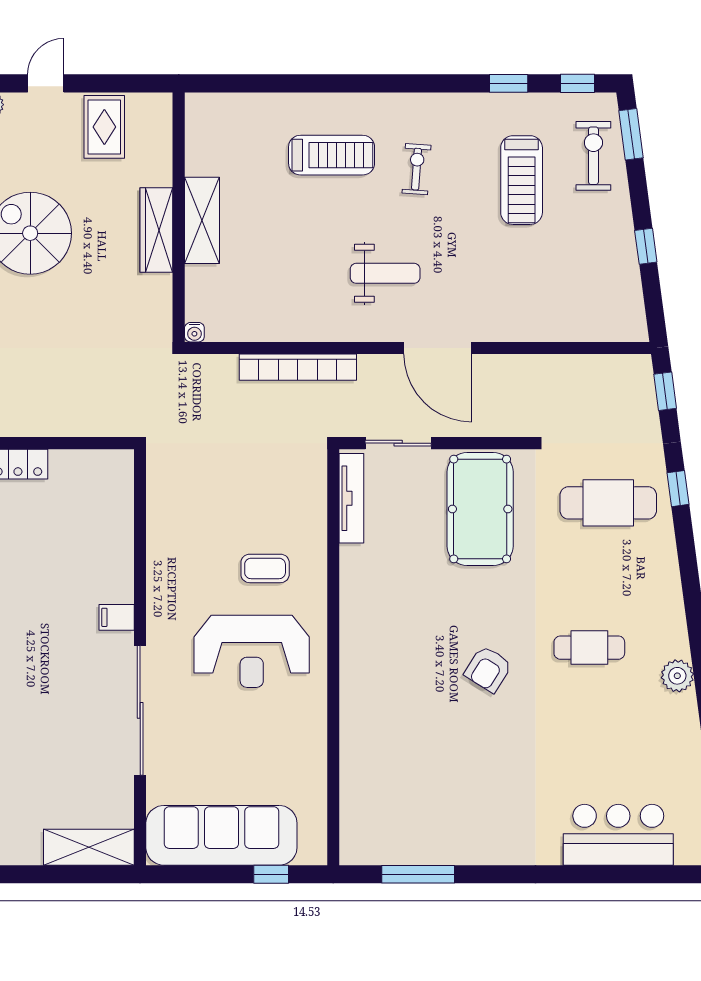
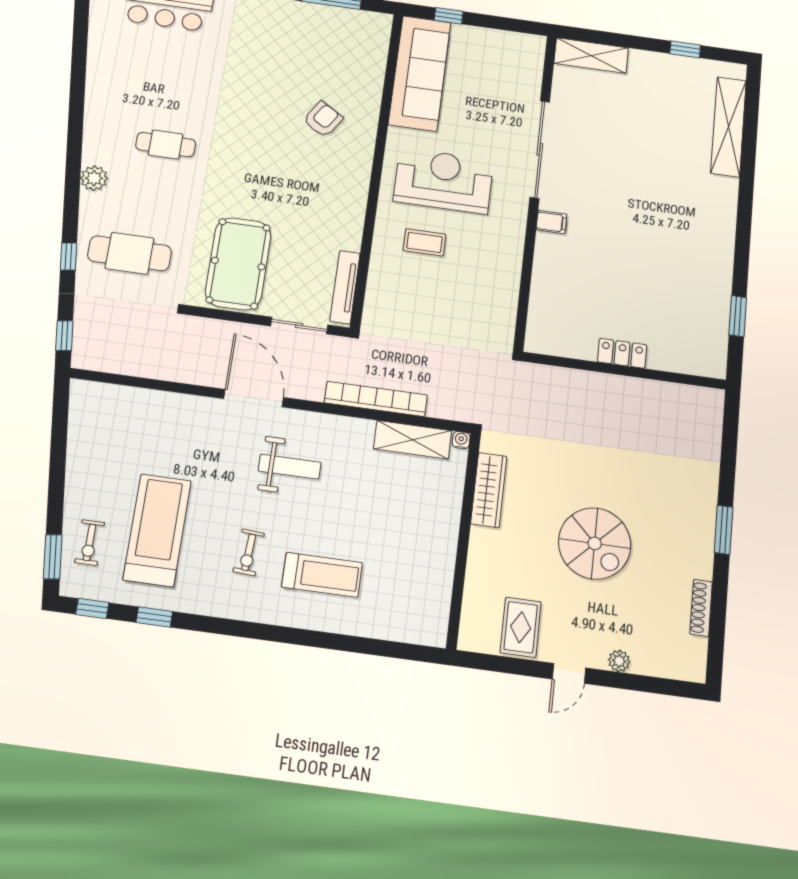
treadmill: (332, 155) -> (322, 575), turned 180
exercise bike: (593, 156) -> (90, 543), width x0.73, depth x0.72
treadmill: (522, 180) -> (157, 530), width x1.37, depth x1.37
shelving: (202, 220) -> (413, 440), moved, turned 90
wardrobe: (156, 230) -> (489, 490), moved
window: (646, 246) -> (58, 458), removed
weight bench: (385, 273) -> (290, 467), turned 180
armchair: (488, 669) -> (323, 119), moved
plant: (677, 676) -> (94, 178), moved
sofa: (221, 835) -> (420, 73), moved, turned -90

